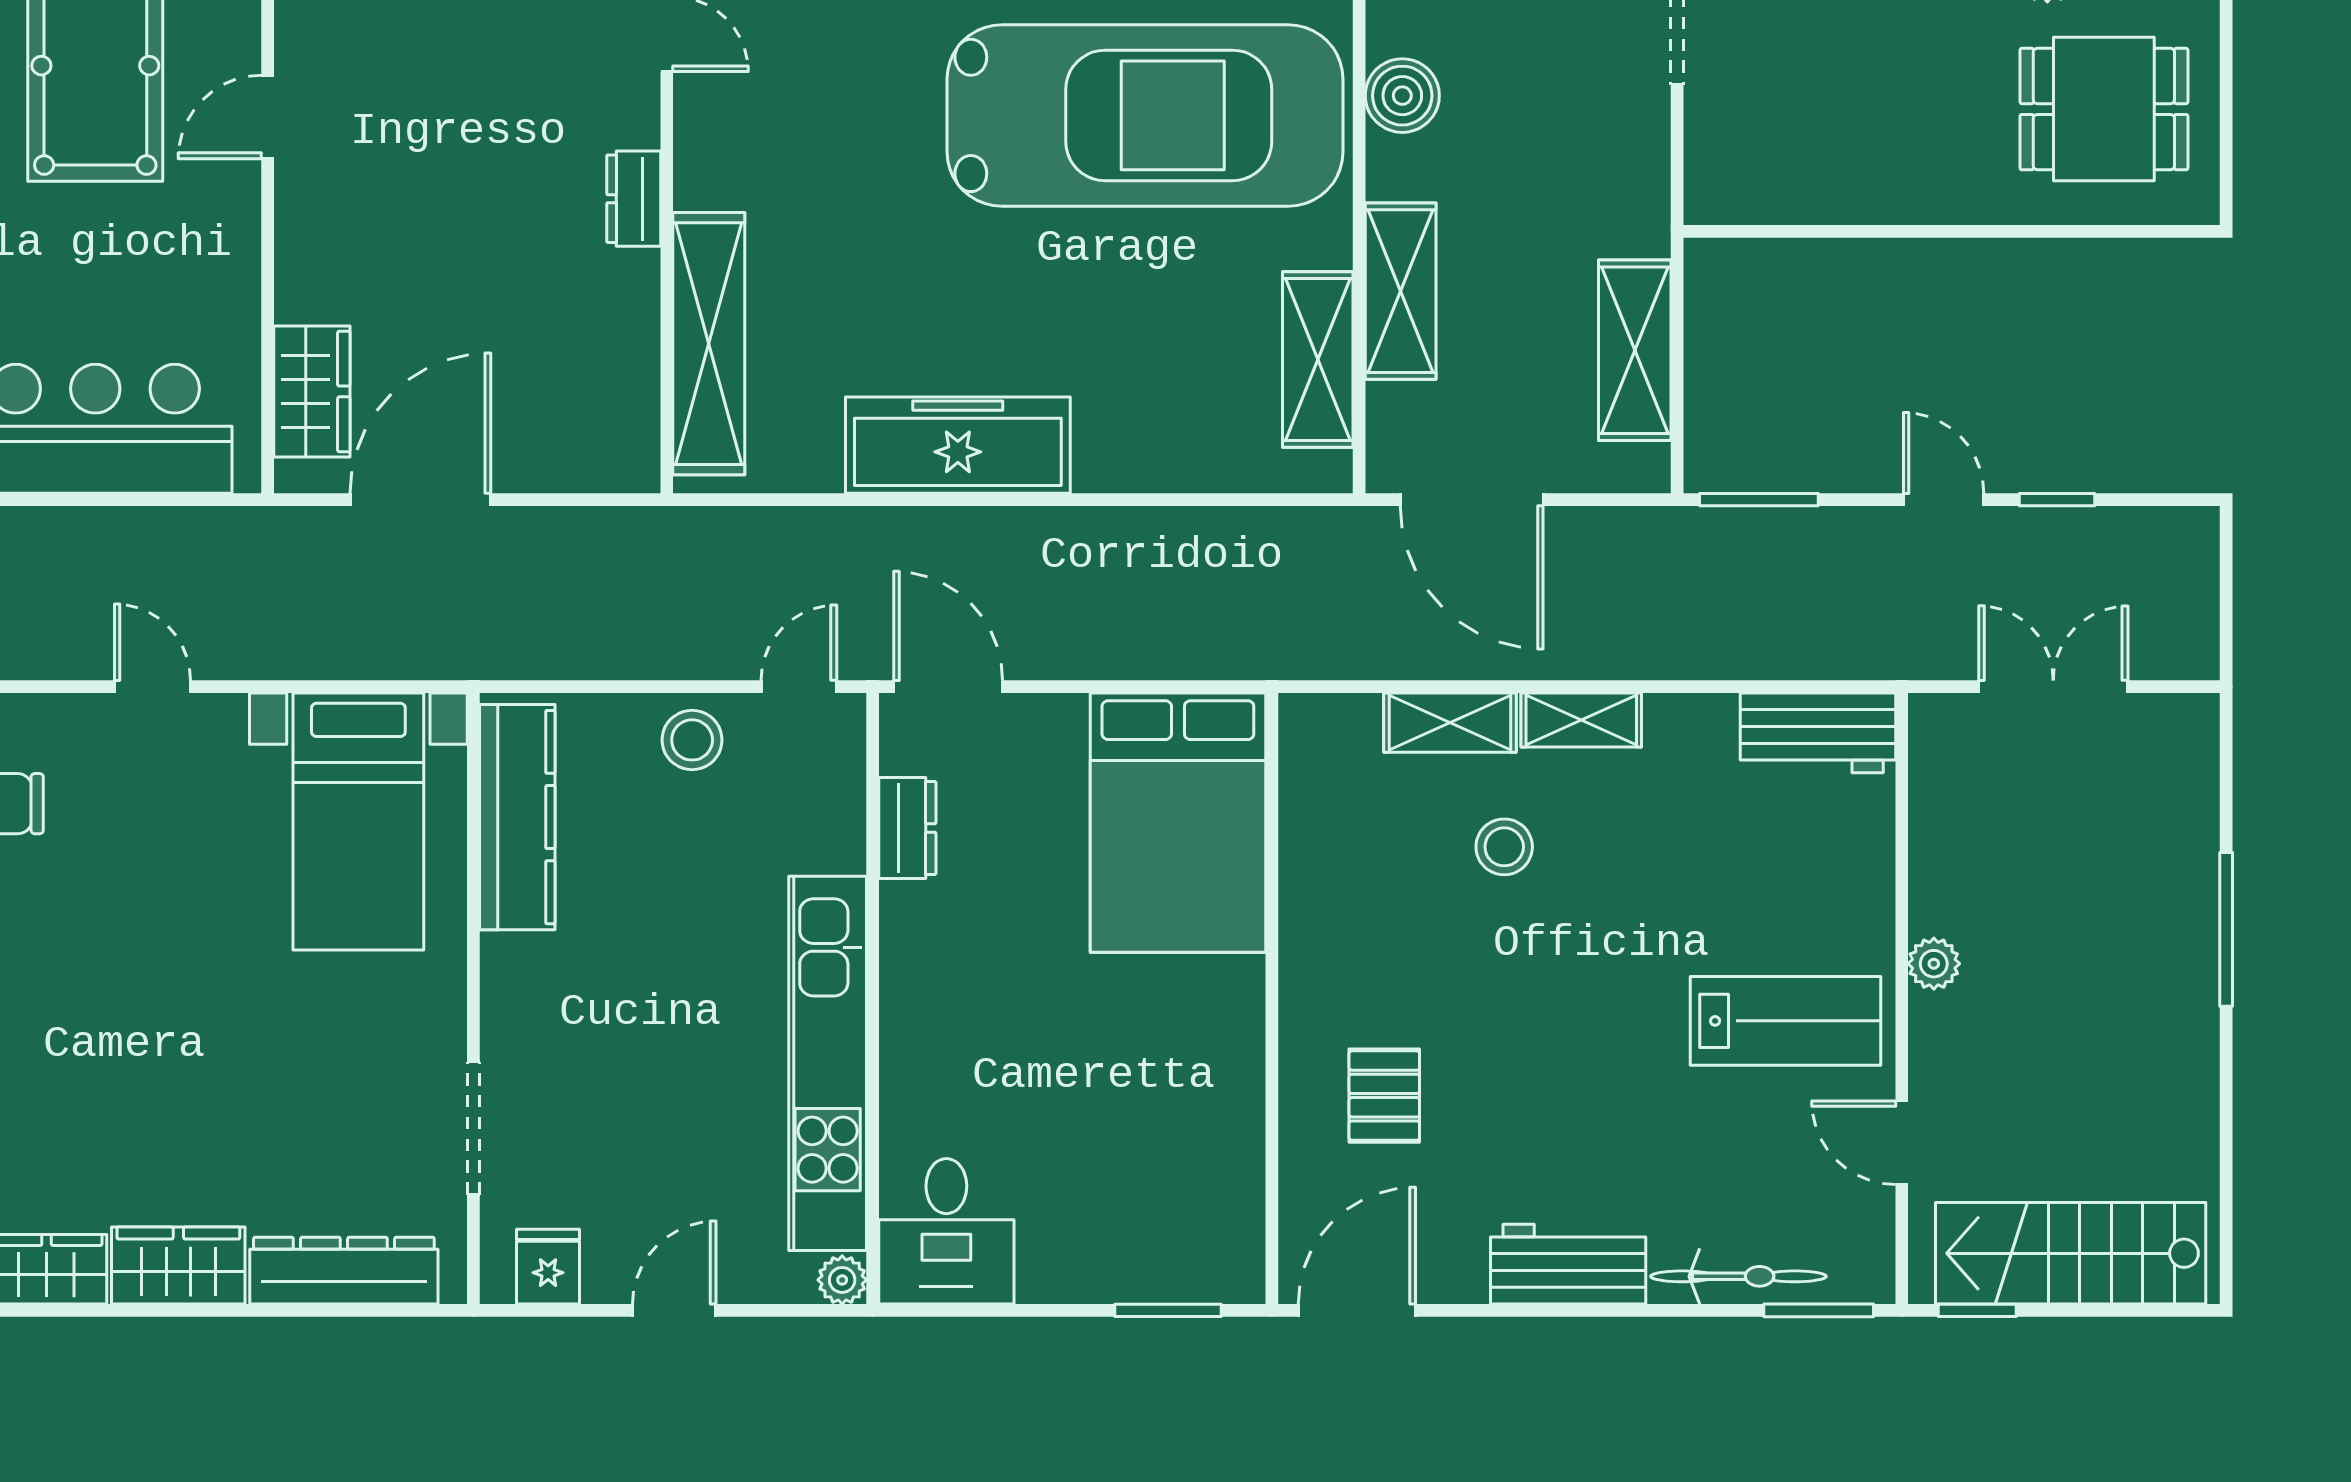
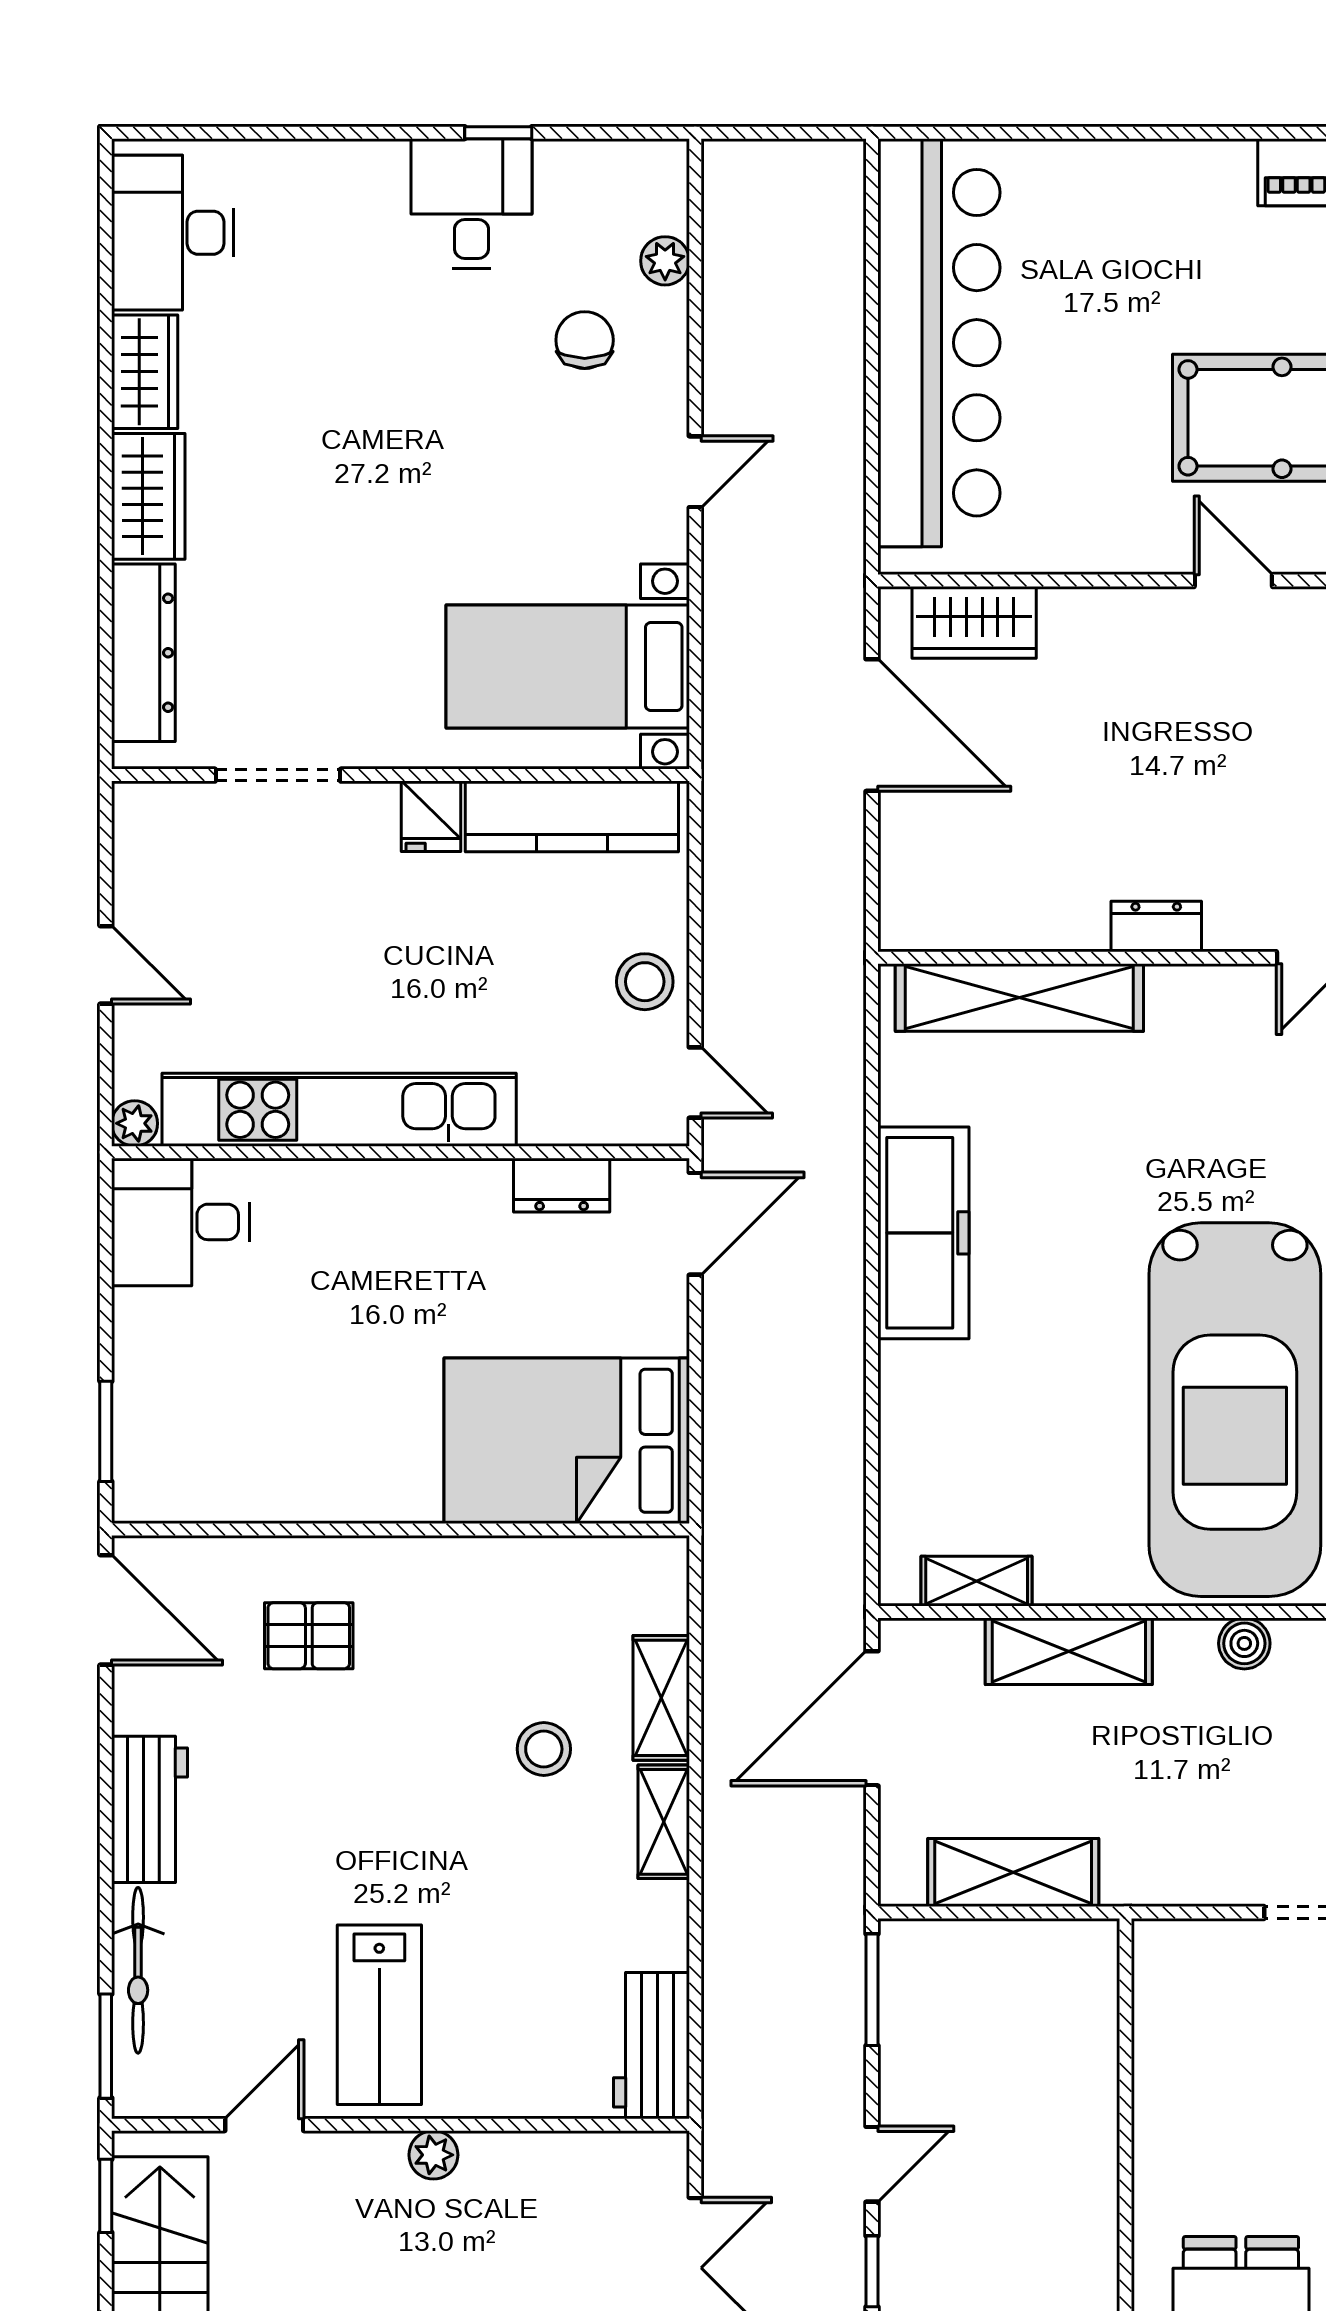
boiler: (1402, 96) -> (1244, 1643), width x0.73, depth x0.73
shelving: (1318, 360) -> (977, 1581), width x0.67, depth x0.75
fridge: (548, 1267) -> (431, 816), moved, turned 90

